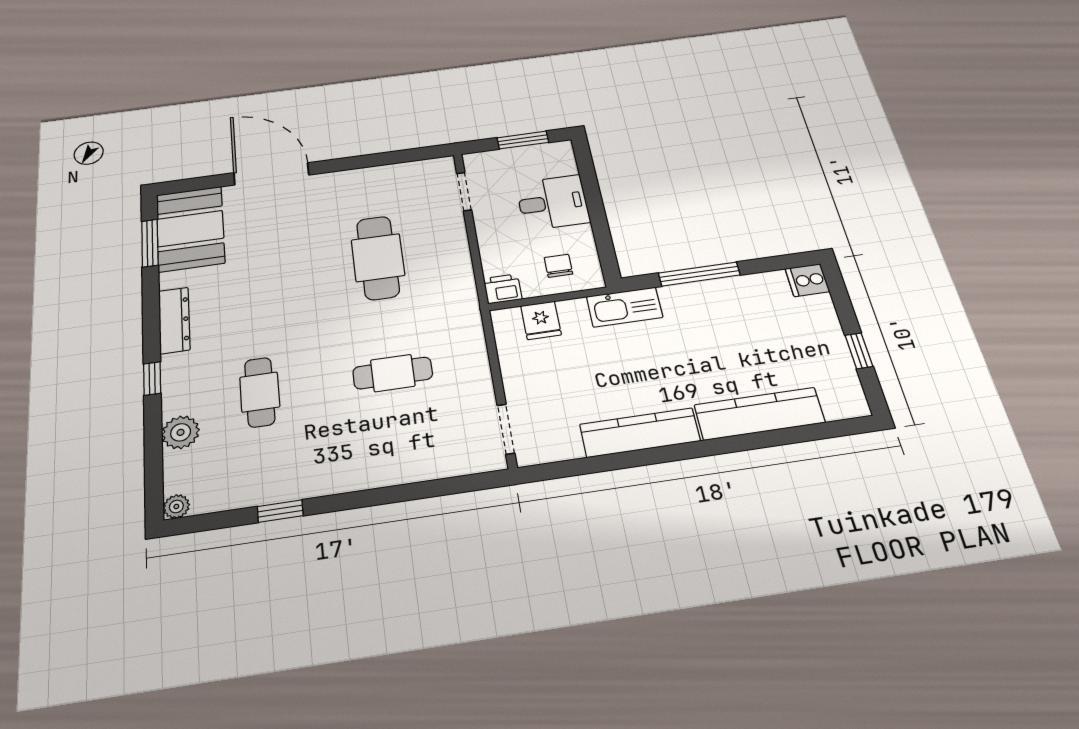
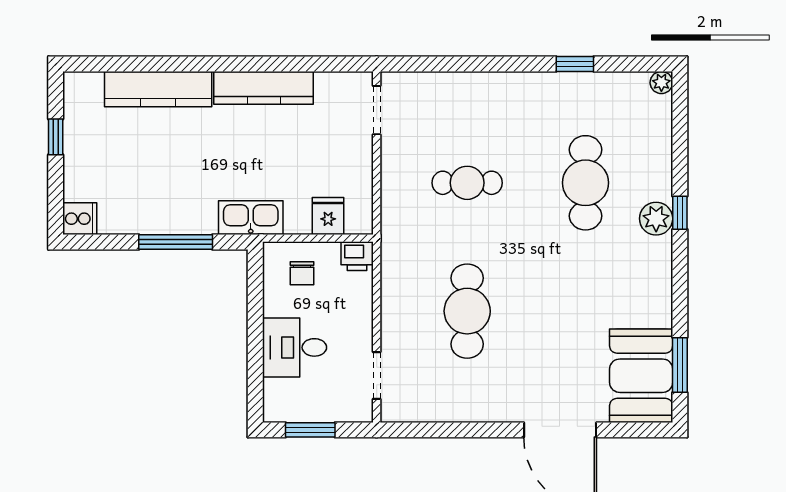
dresser: (174, 320) -> (659, 272), removed
cafe table: (260, 392) -> (586, 183), width x1.37, depth x1.35
plant: (181, 432) -> (656, 219), moved

